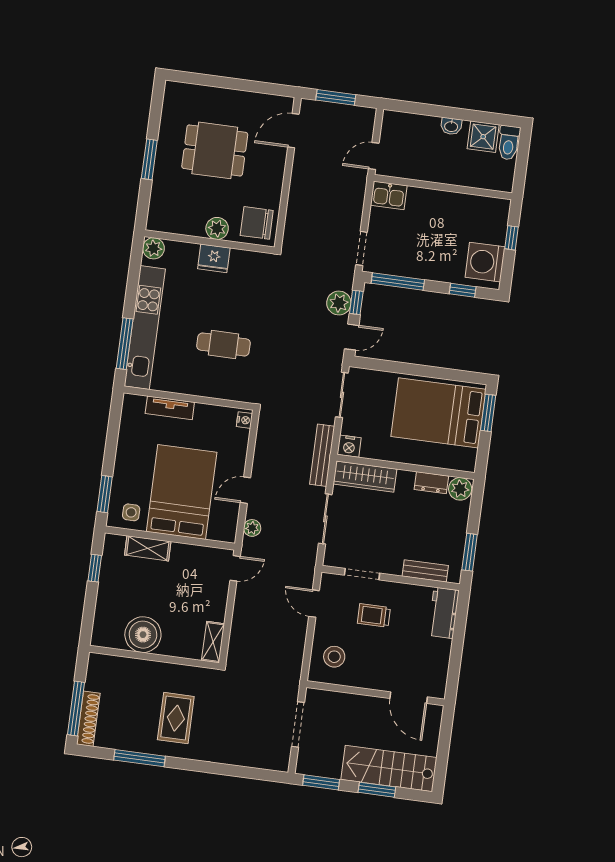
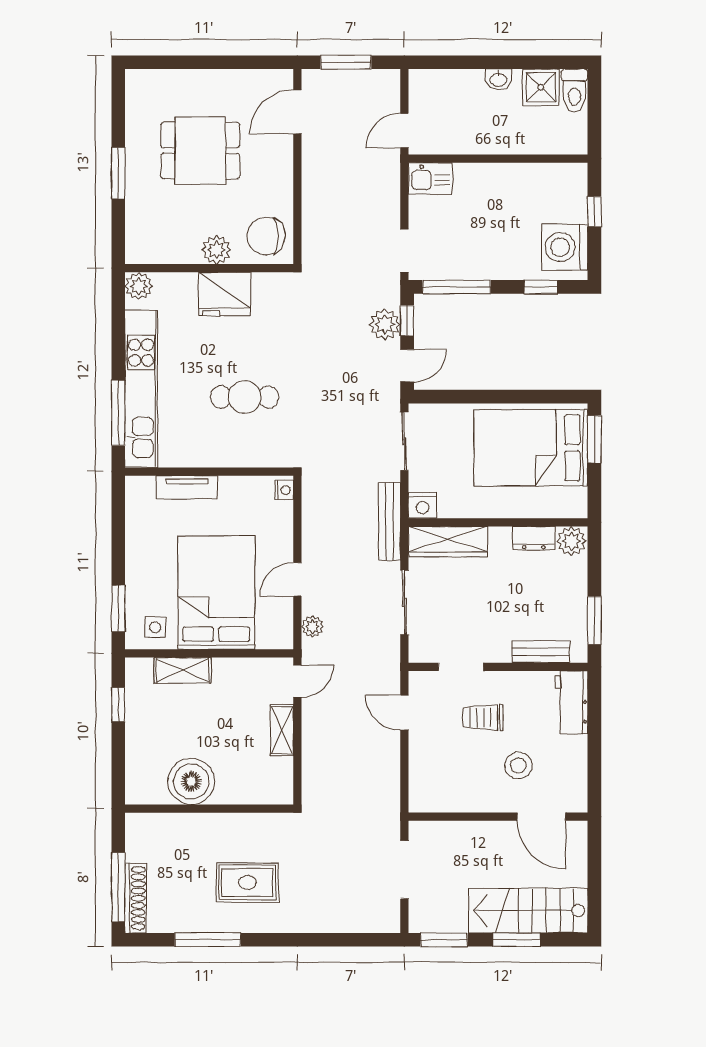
fridge: (214, 258) -> (224, 294), width x1.36, depth x1.34
shelving: (213, 642) -> (282, 730), moved
stool: (334, 657) -> (518, 765), moved
rug: (176, 718) -> (247, 882), turned 90

